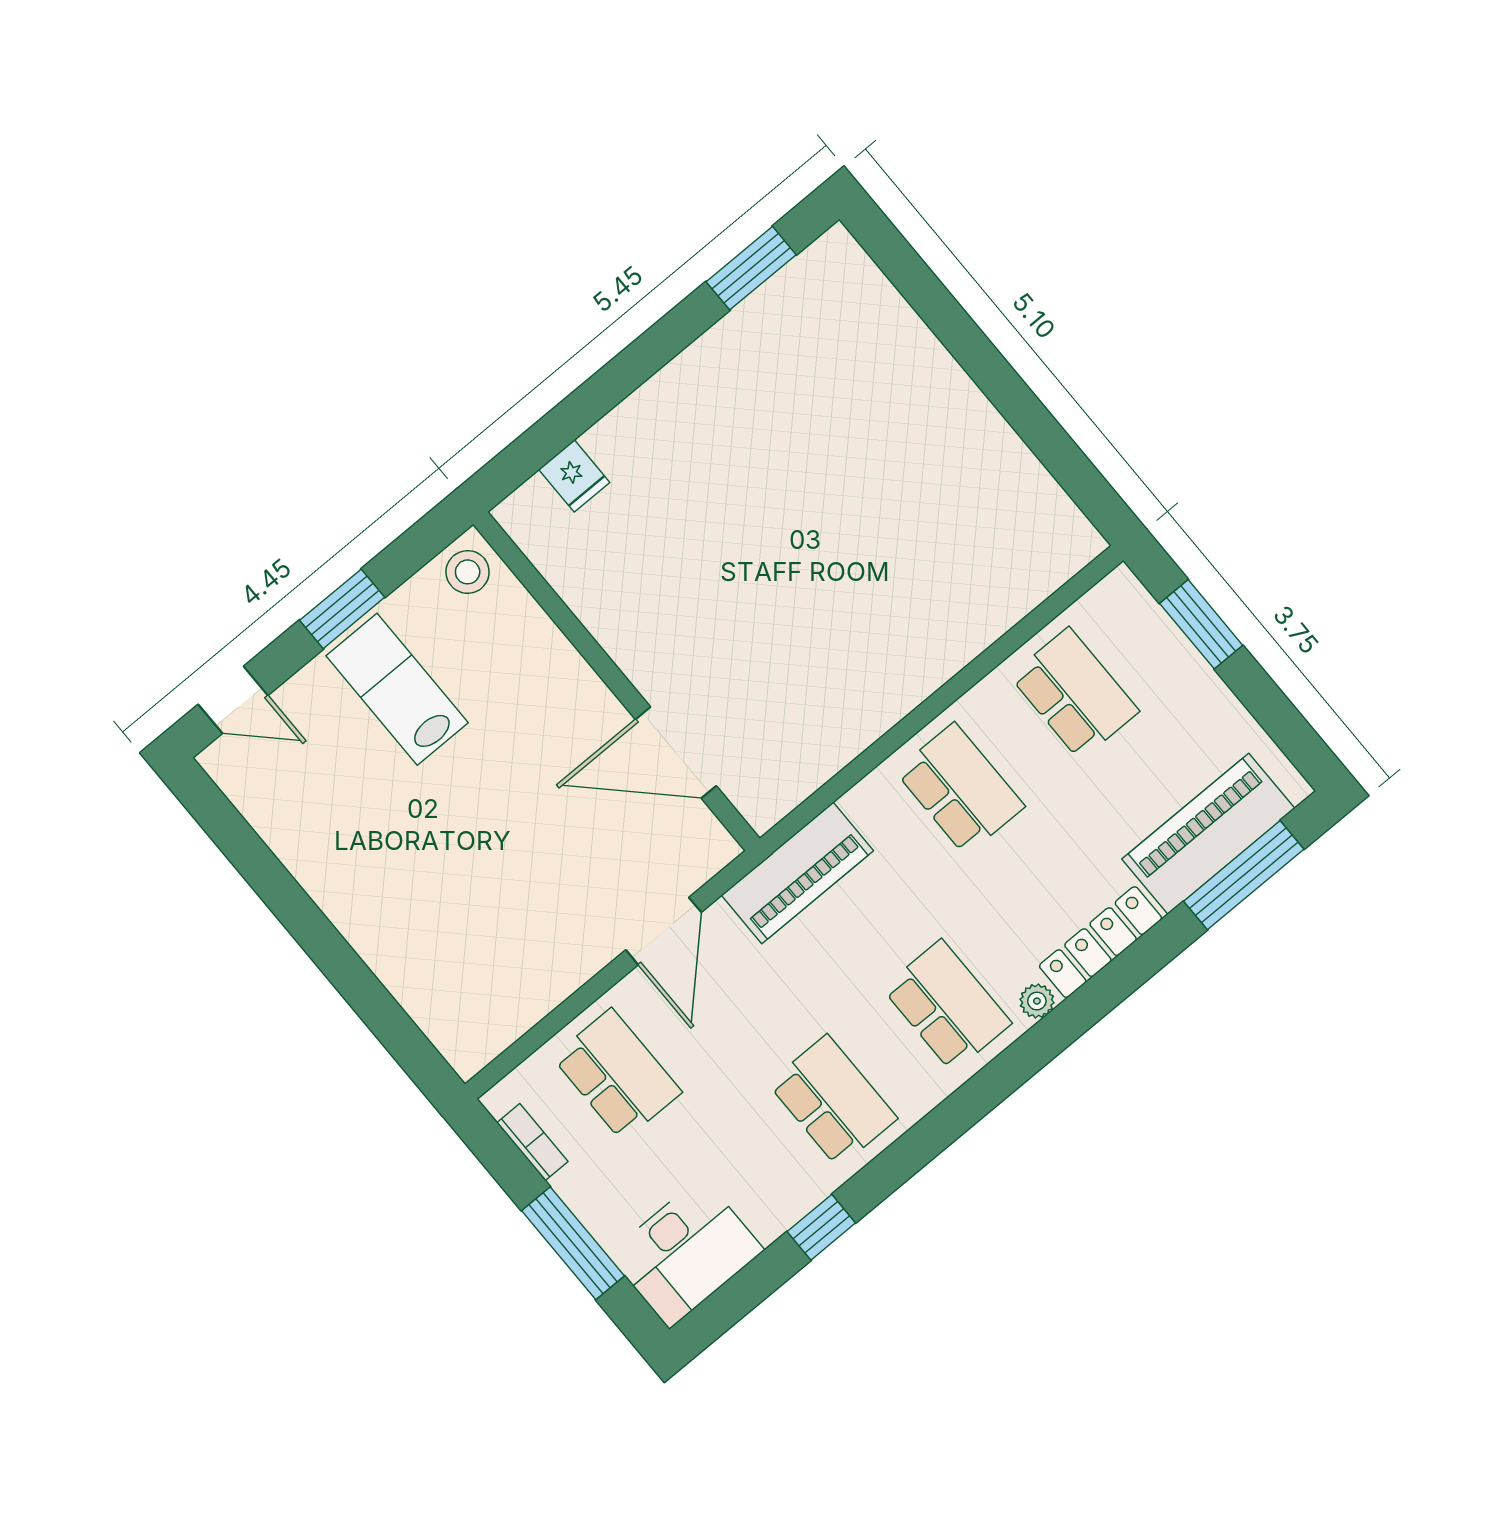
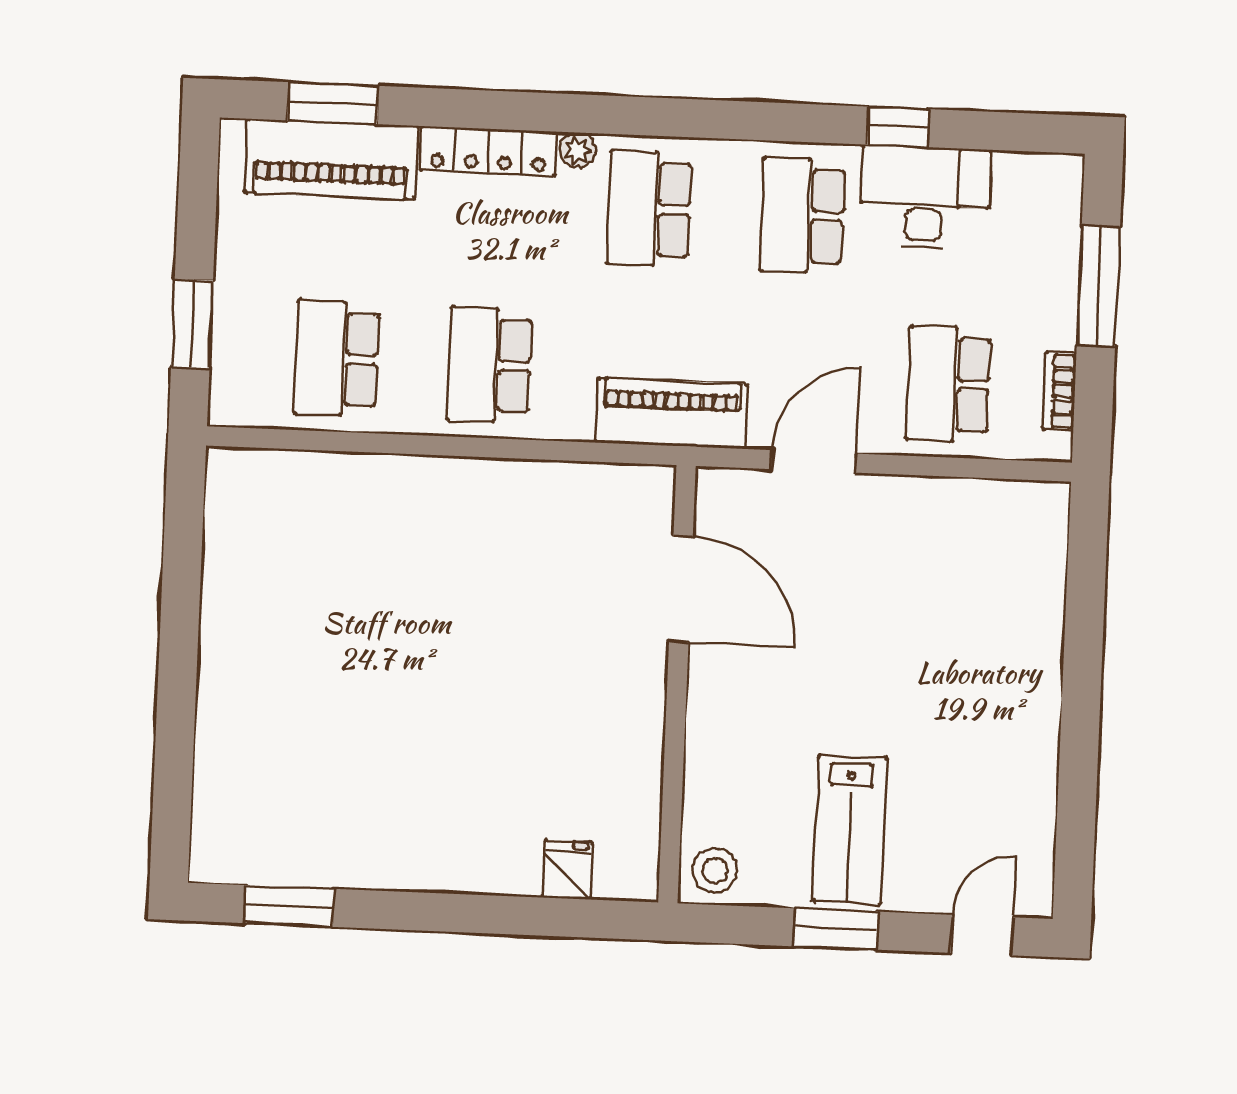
door: (233, 700) -> (982, 935), hinge flipped
window: (1244, 875) -> (333, 103), width x0.69
desk: (686, 1252) -> (925, 197), moved

